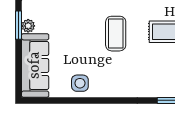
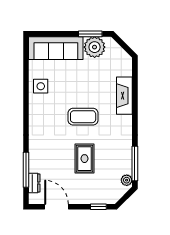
plant: (28, 26) -> (95, 47), width x1.88, depth x1.88

